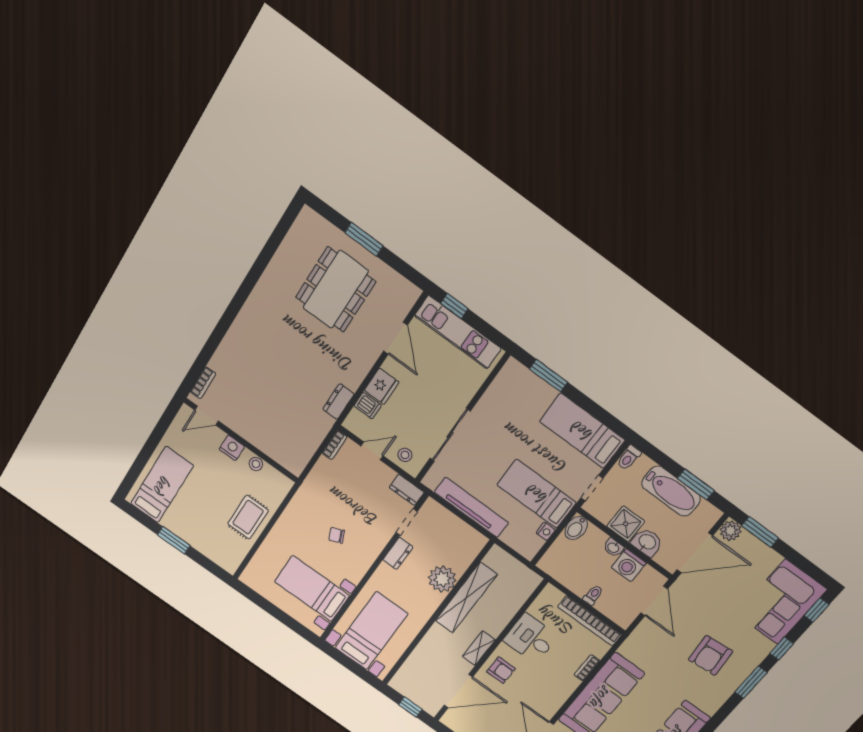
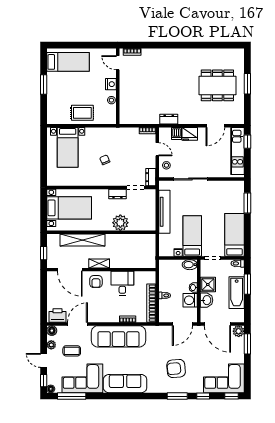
window: (696, 484) -> (247, 284), moved
bed with nightstands: (312, 589) -> (68, 147), moved, turned 180
shelving: (466, 598) -> (82, 240), moved

